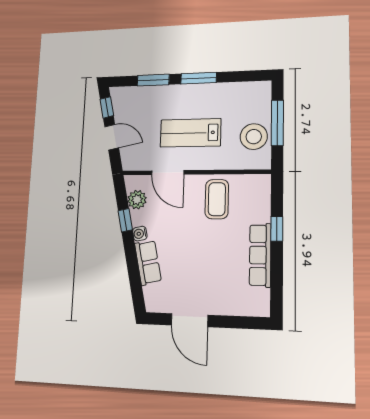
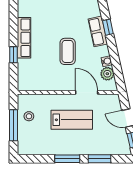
stool: (254, 137) -> (29, 116), width x0.53, depth x0.53
coffee table: (217, 199) -> (68, 51), moved
window: (125, 220) -> (108, 27), moved
water cooler: (140, 234) -> (107, 61), moved

